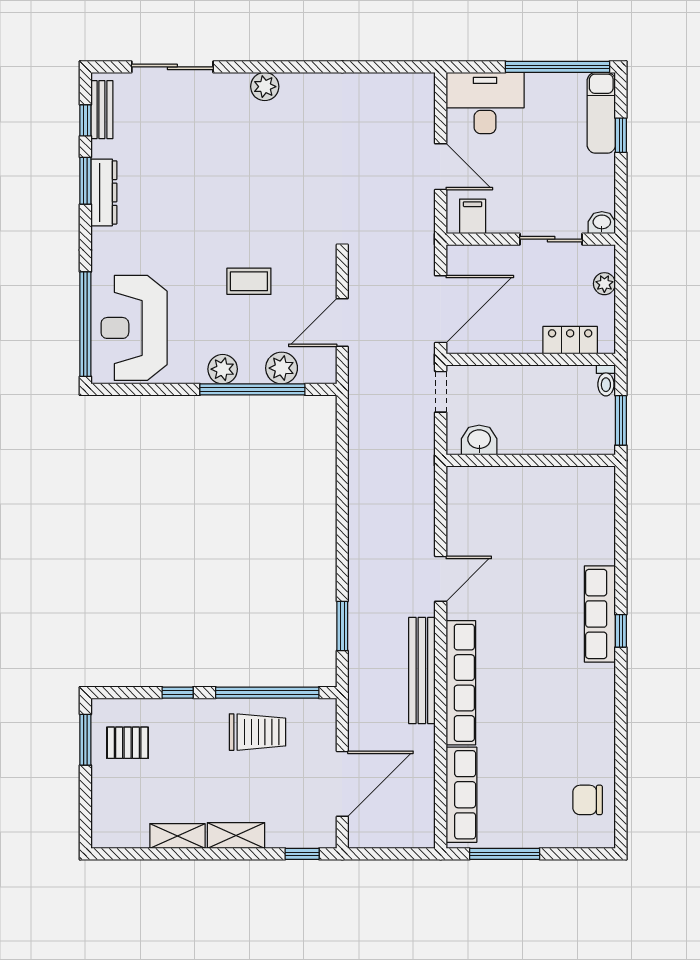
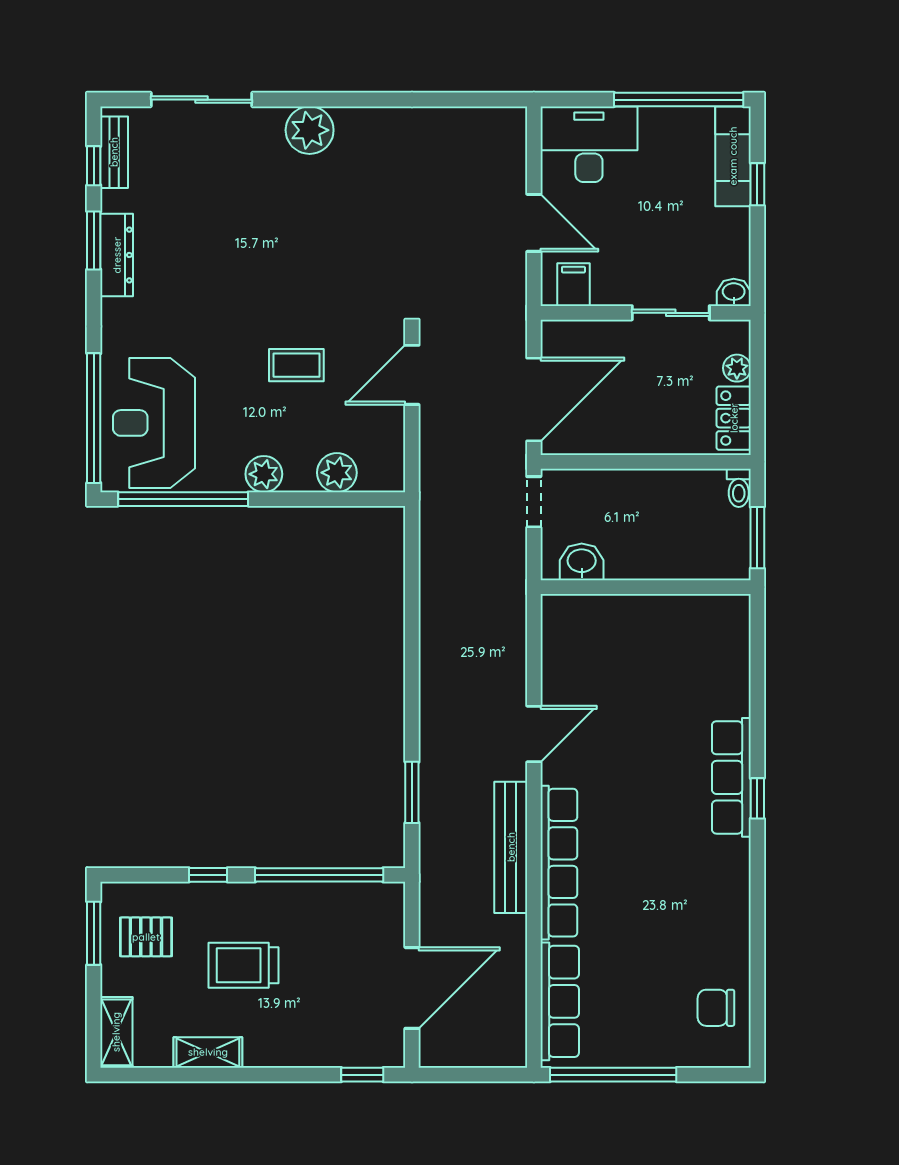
plant: (265, 87) -> (310, 130), width x1.36, depth x1.36
door: (342, 322) -> (412, 375), moved
locker: (570, 340) -> (734, 418), moved, turned -90
window: (252, 389) -> (183, 499), moved
trolley: (258, 732) -> (244, 965), moved, turned 180
shelving: (236, 835) -> (116, 1032), moved, turned 90
window: (505, 854) -> (613, 1075), width x1.46

